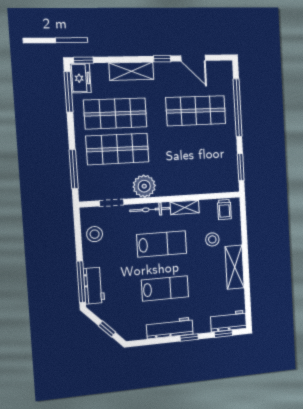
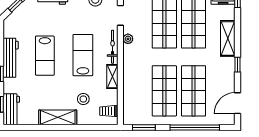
door: (193, 58) -> (238, 103), moved
shop shelf: (198, 145) -> (164, 91), added
plant: (144, 186) -> (128, 39), width x0.53, depth x0.53
lab bench: (162, 244) -> (83, 55), turned 180

